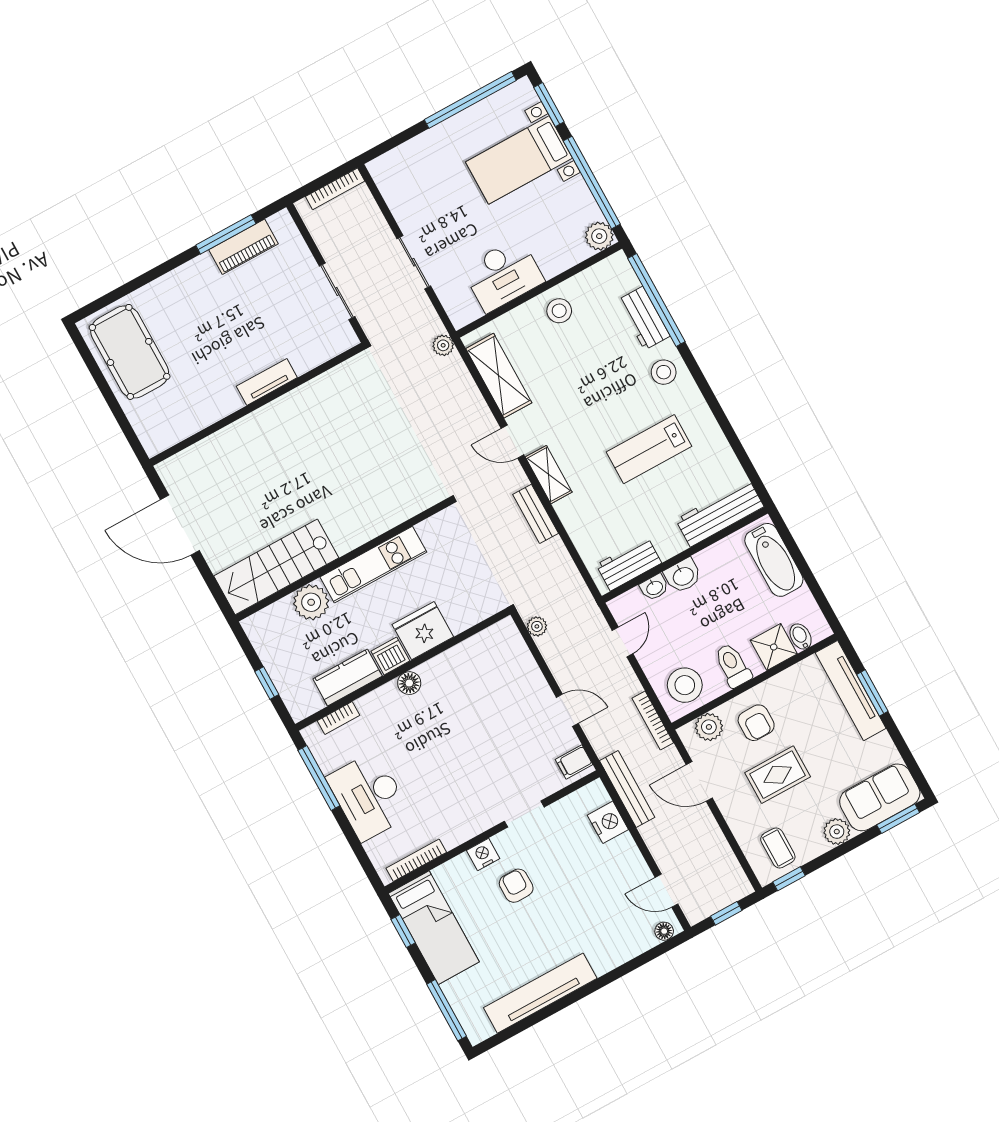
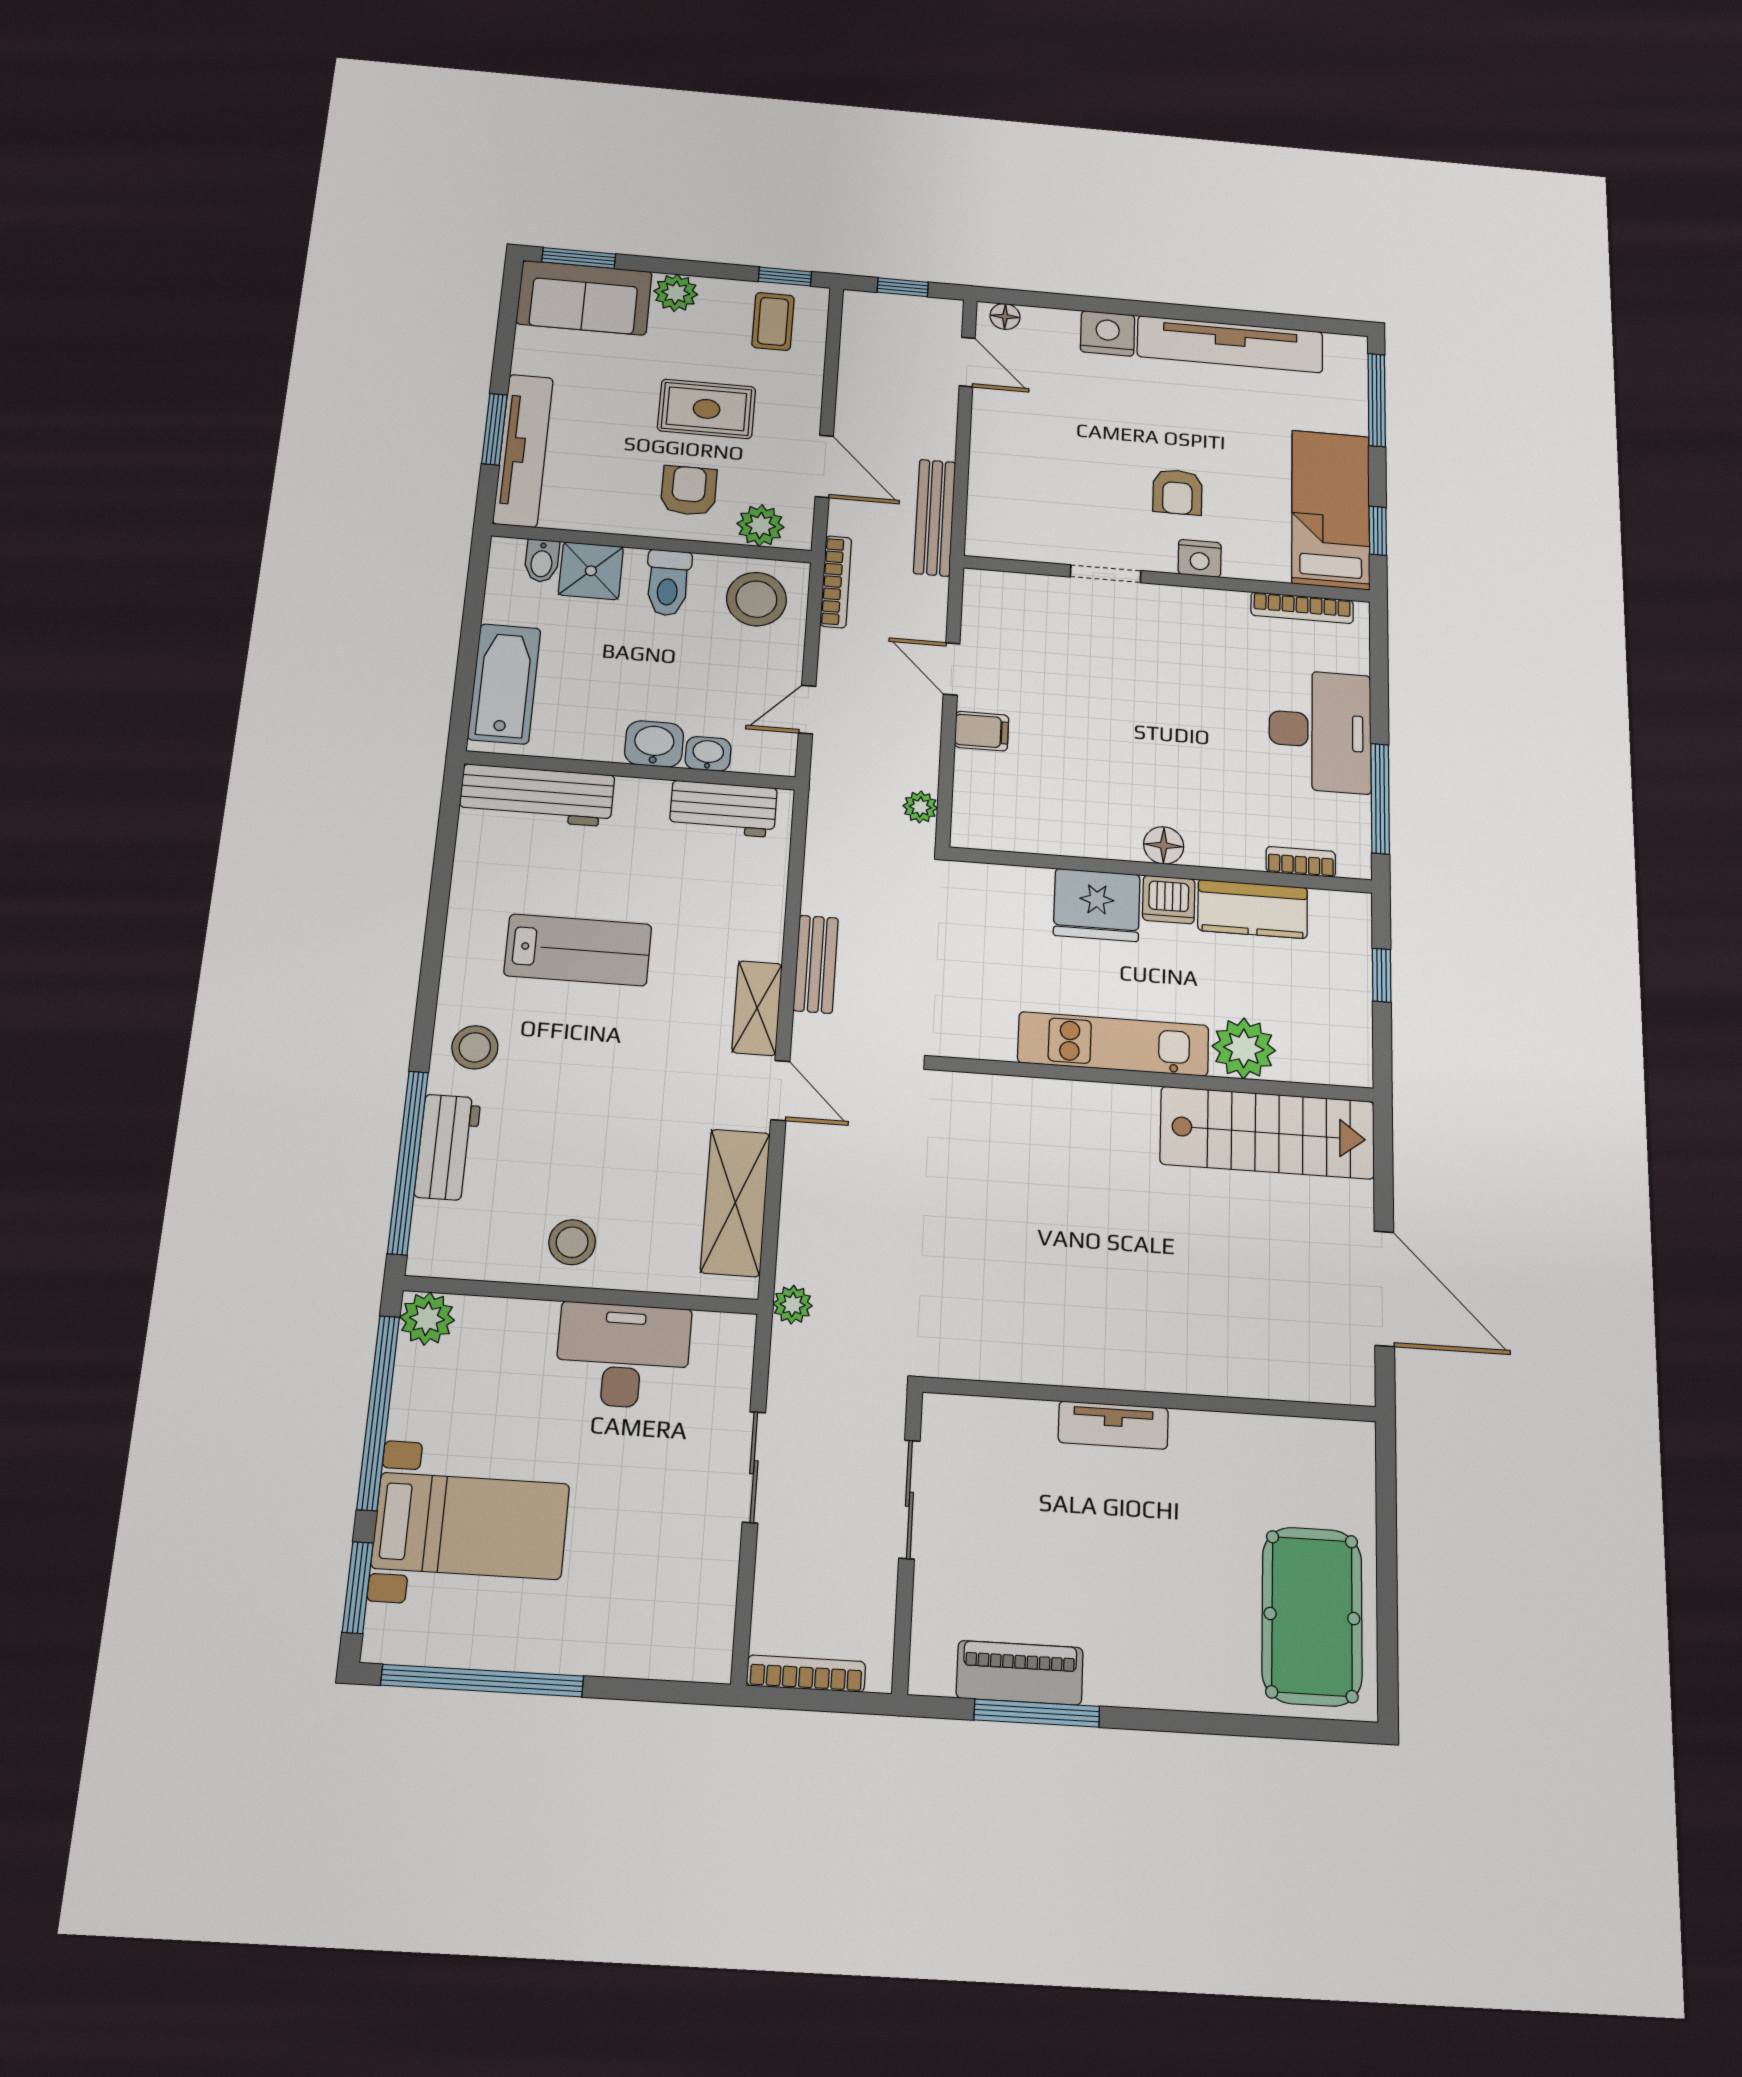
filing cabinet: (574, 762) -> (982, 731), moved
nightstand: (608, 822) -> (1108, 333), moved, turned 90

